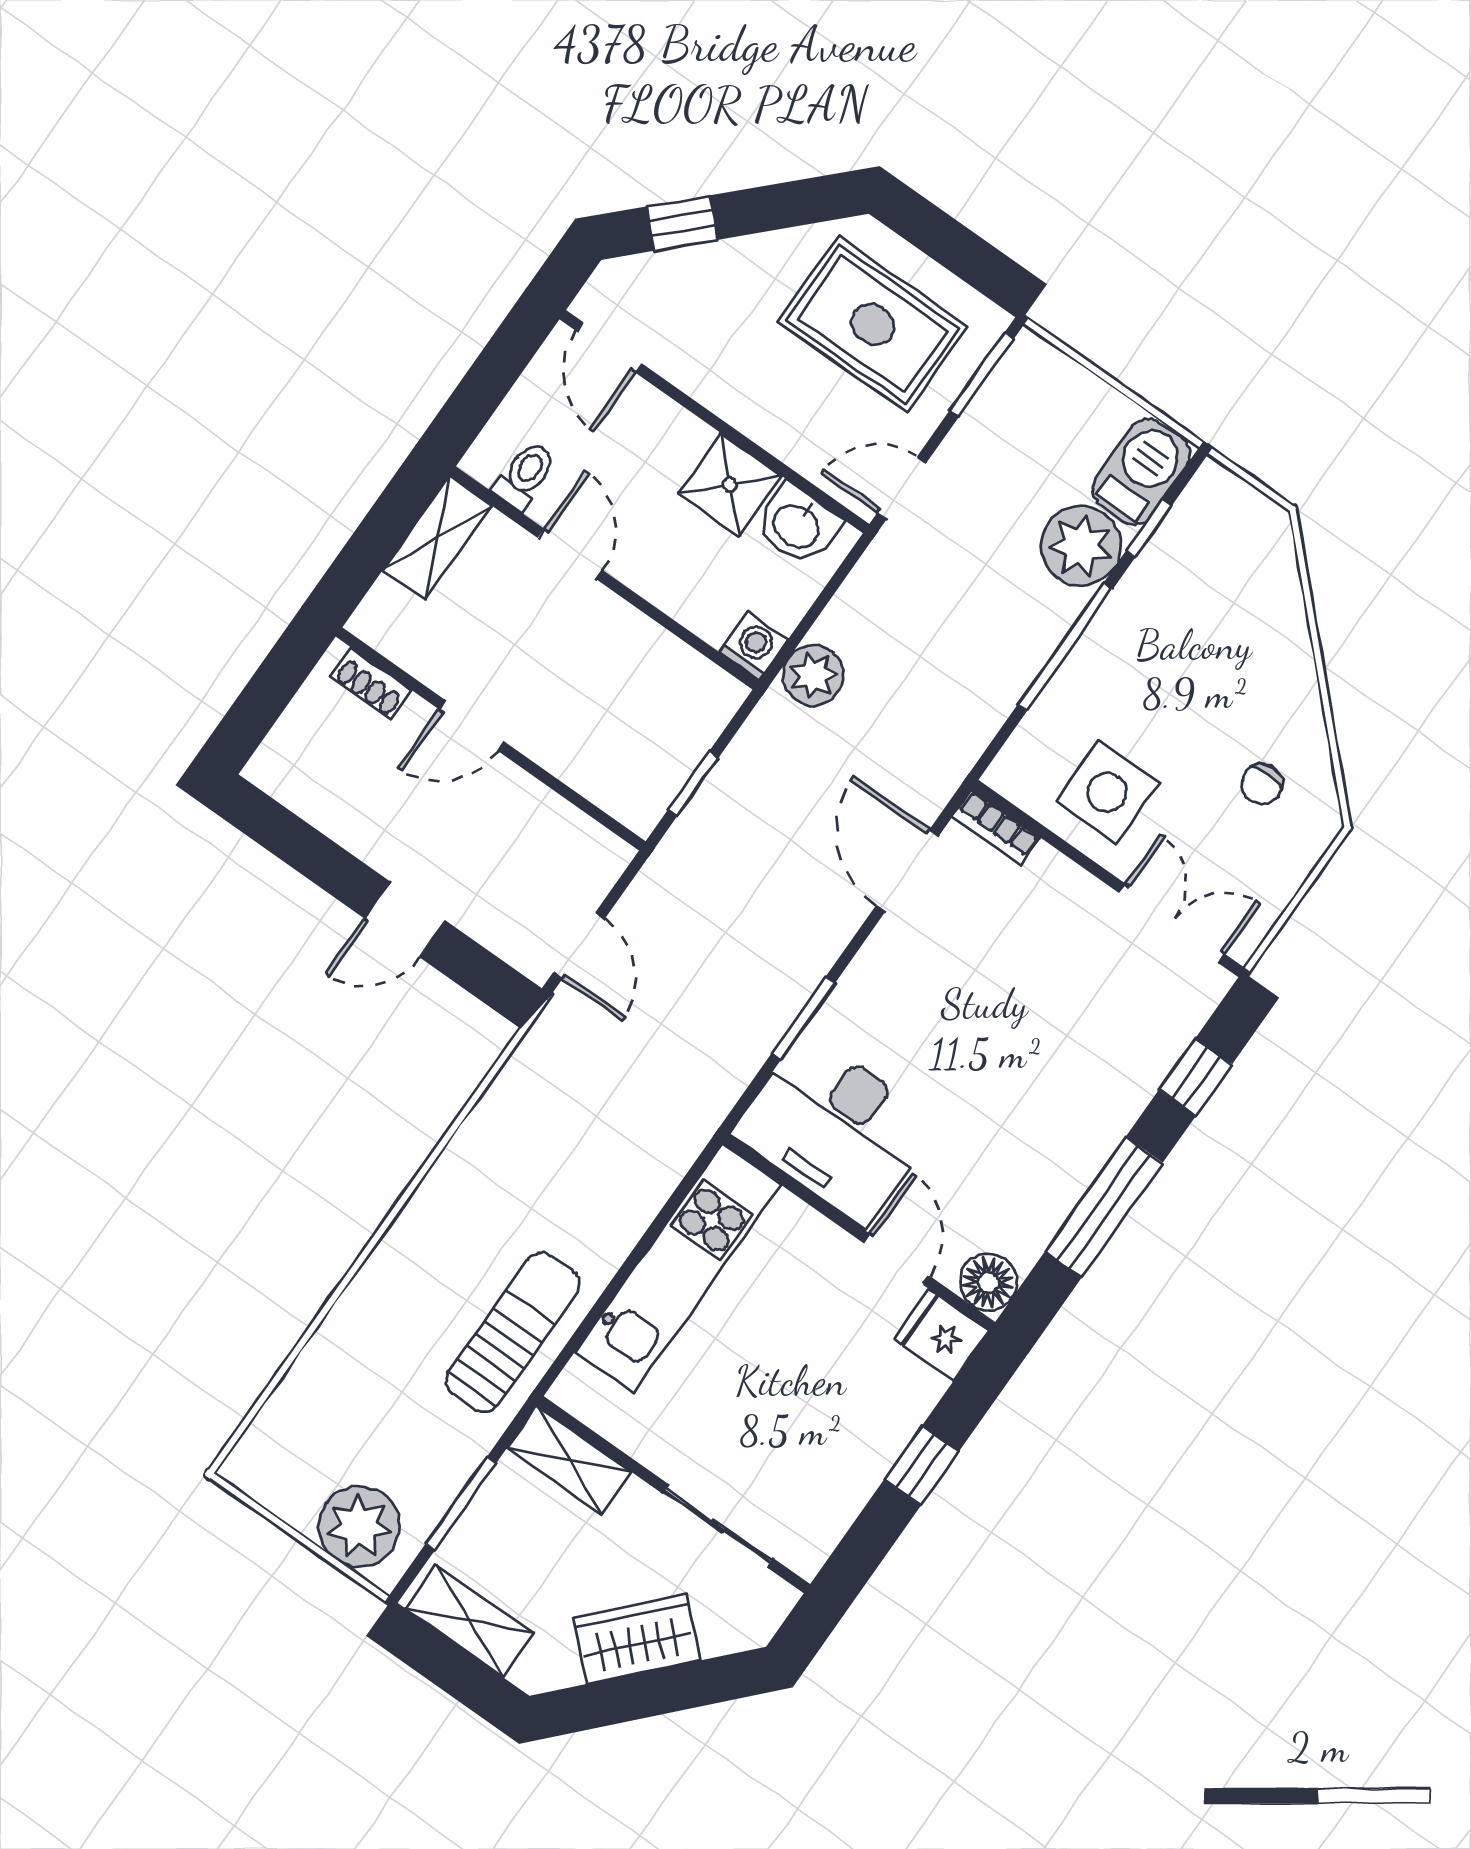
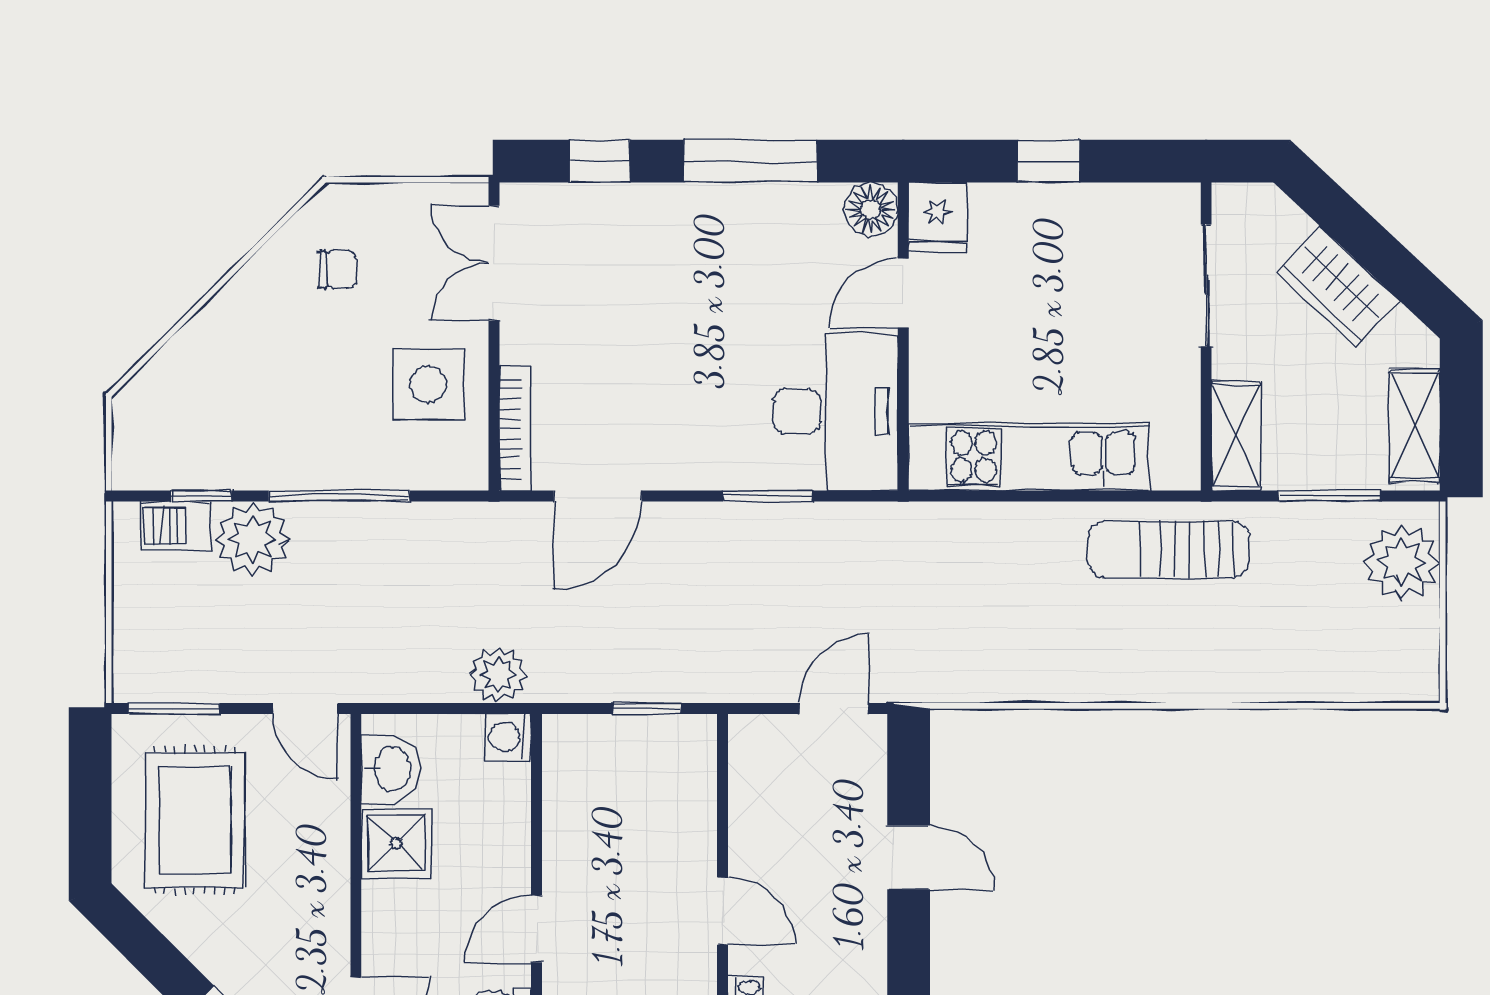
barbecue: (1141, 472) -> (175, 526), width x0.73, depth x0.79
bookcase: (996, 827) -> (515, 429), width x1.56

